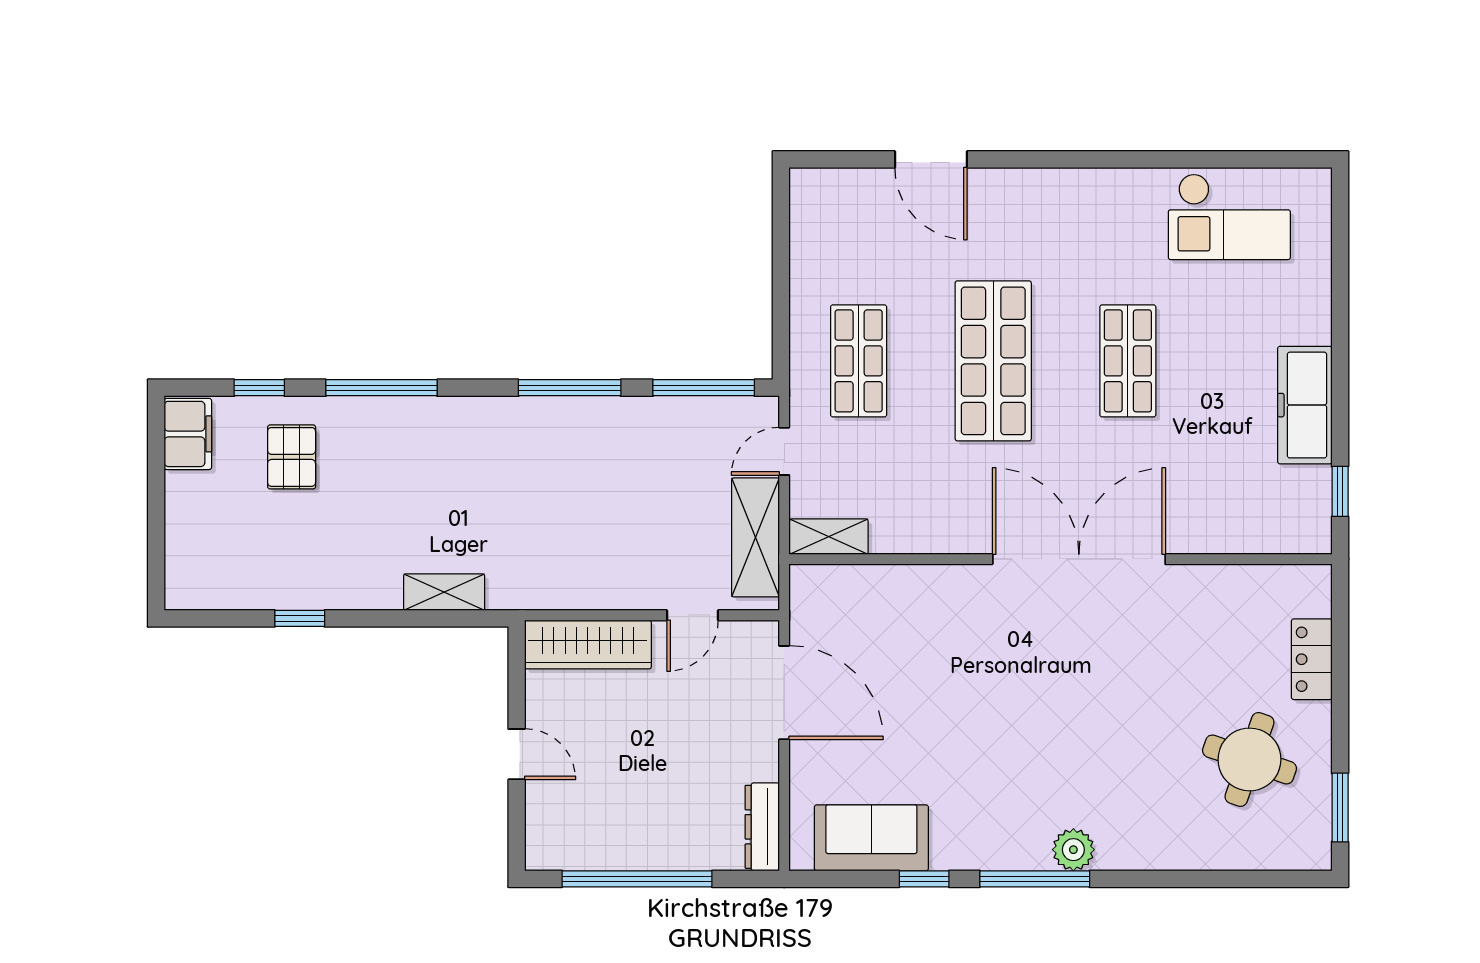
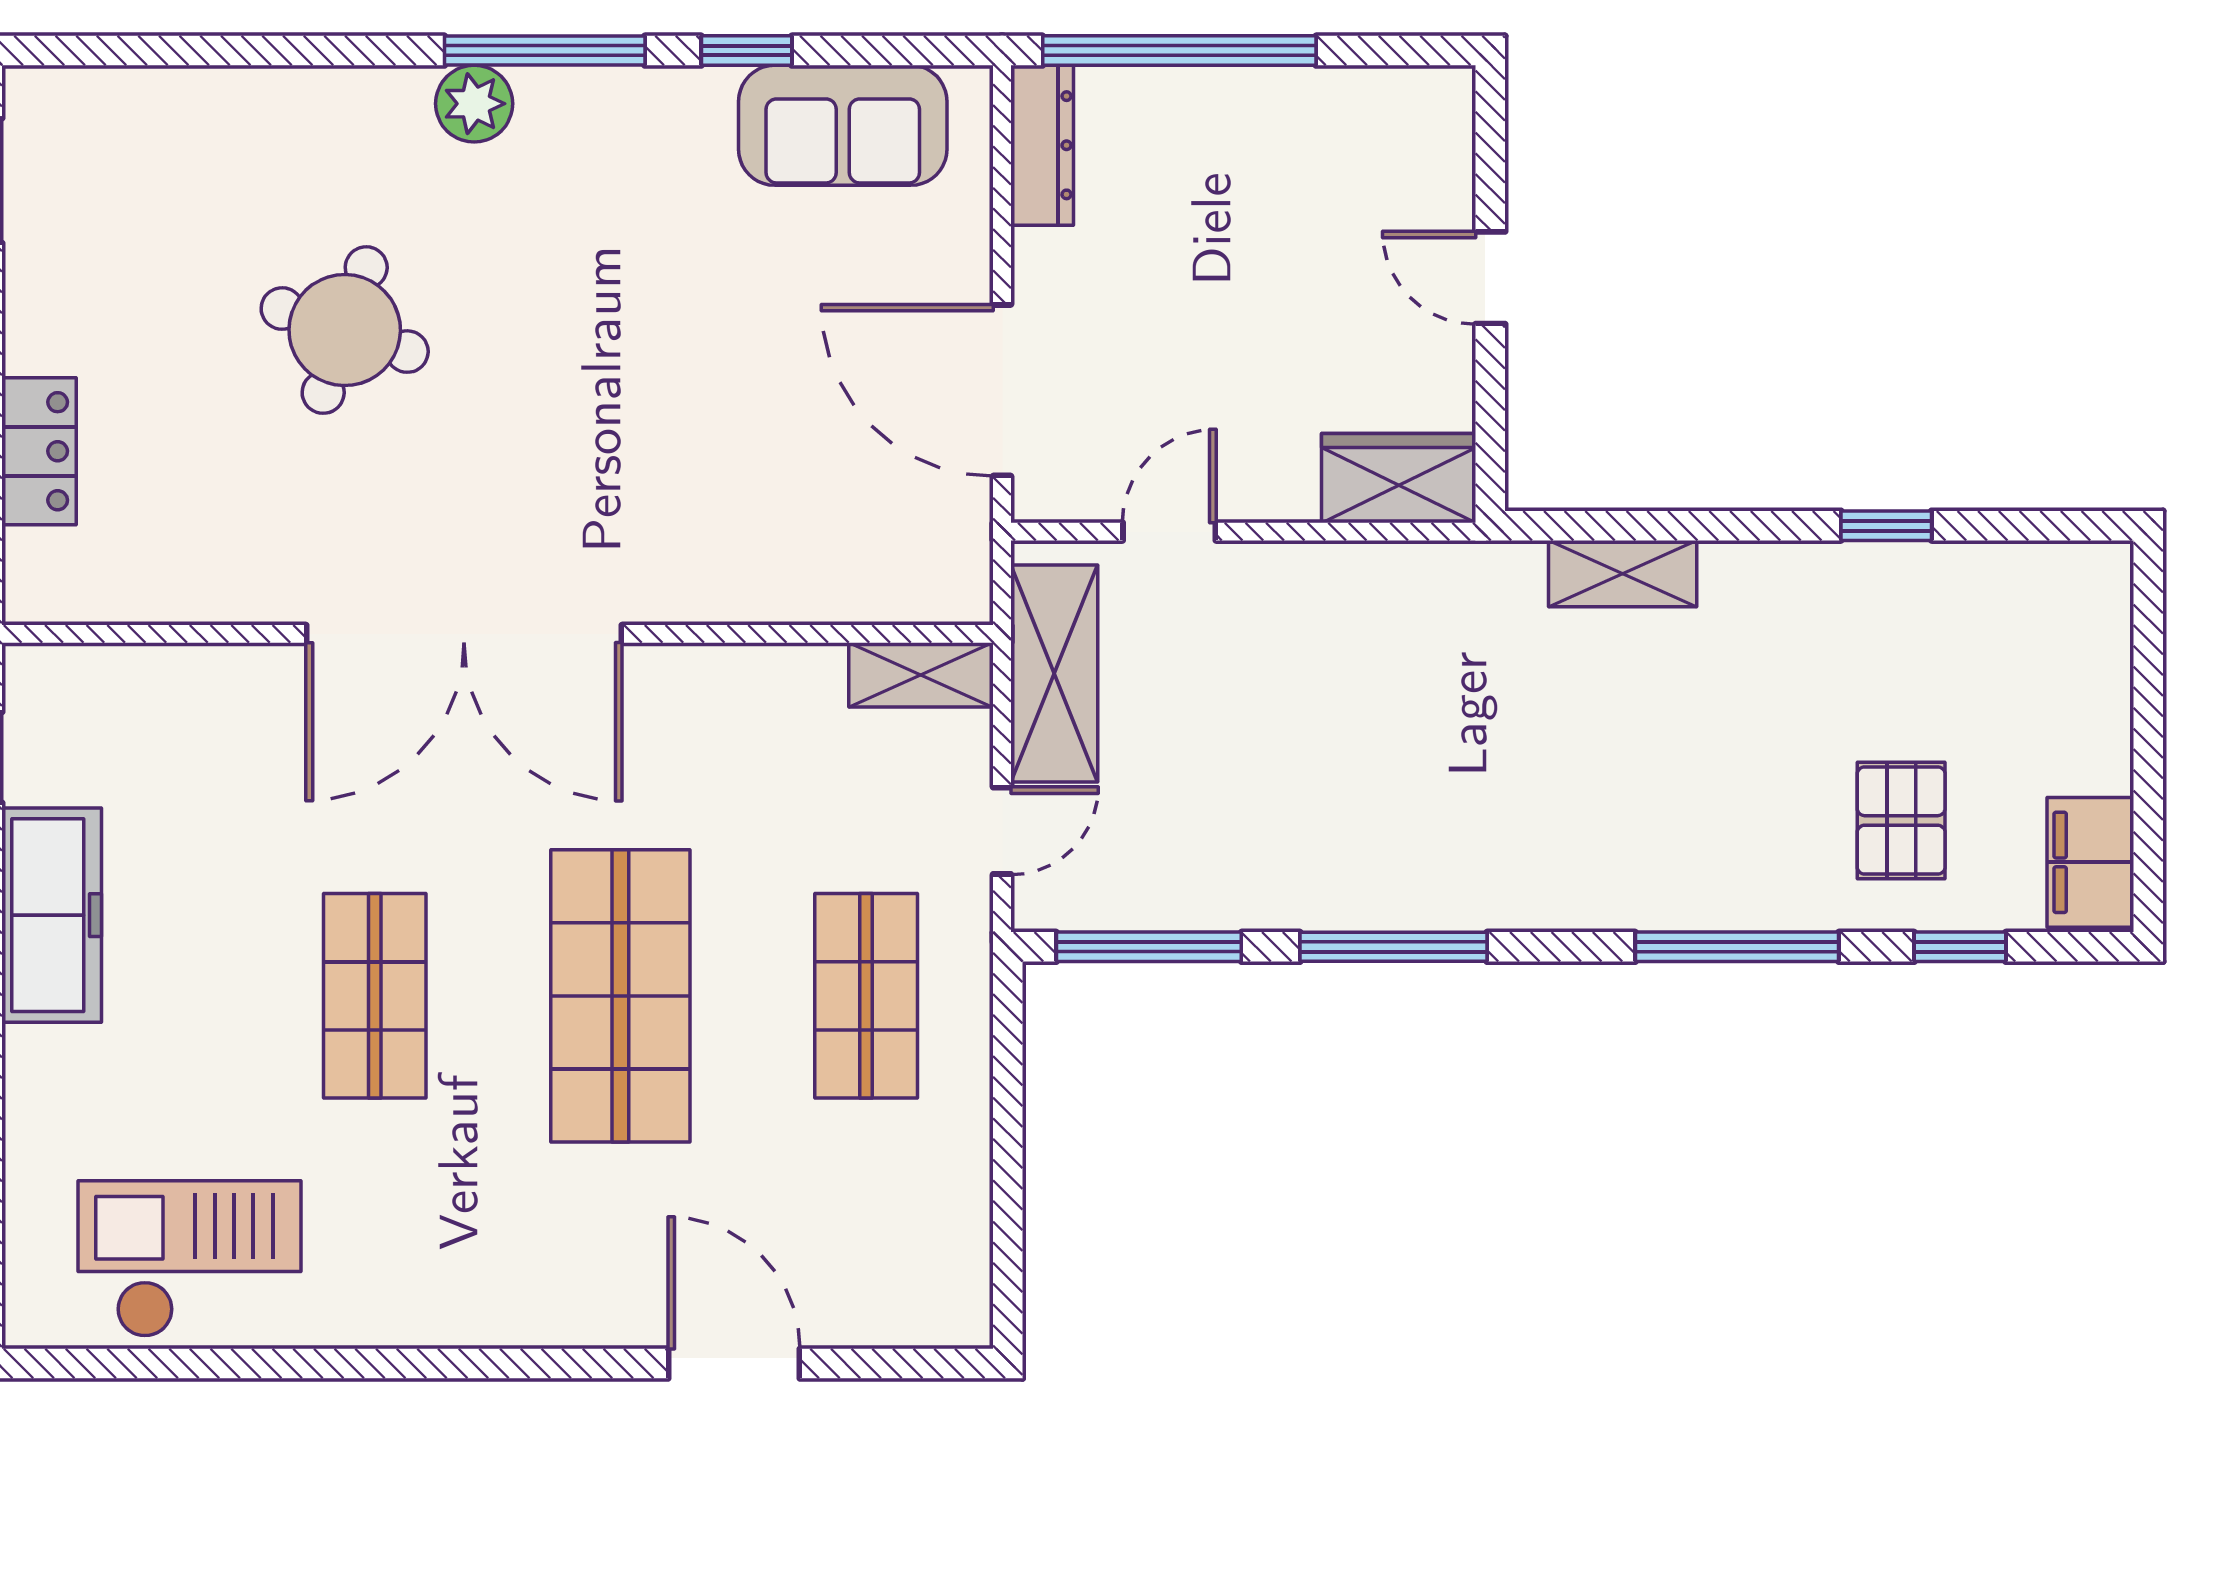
wardrobe: (588, 645) -> (1399, 478), width x0.67
round table: (1249, 759) -> (345, 330), moved
window: (637, 879) -> (1179, 51), moved

